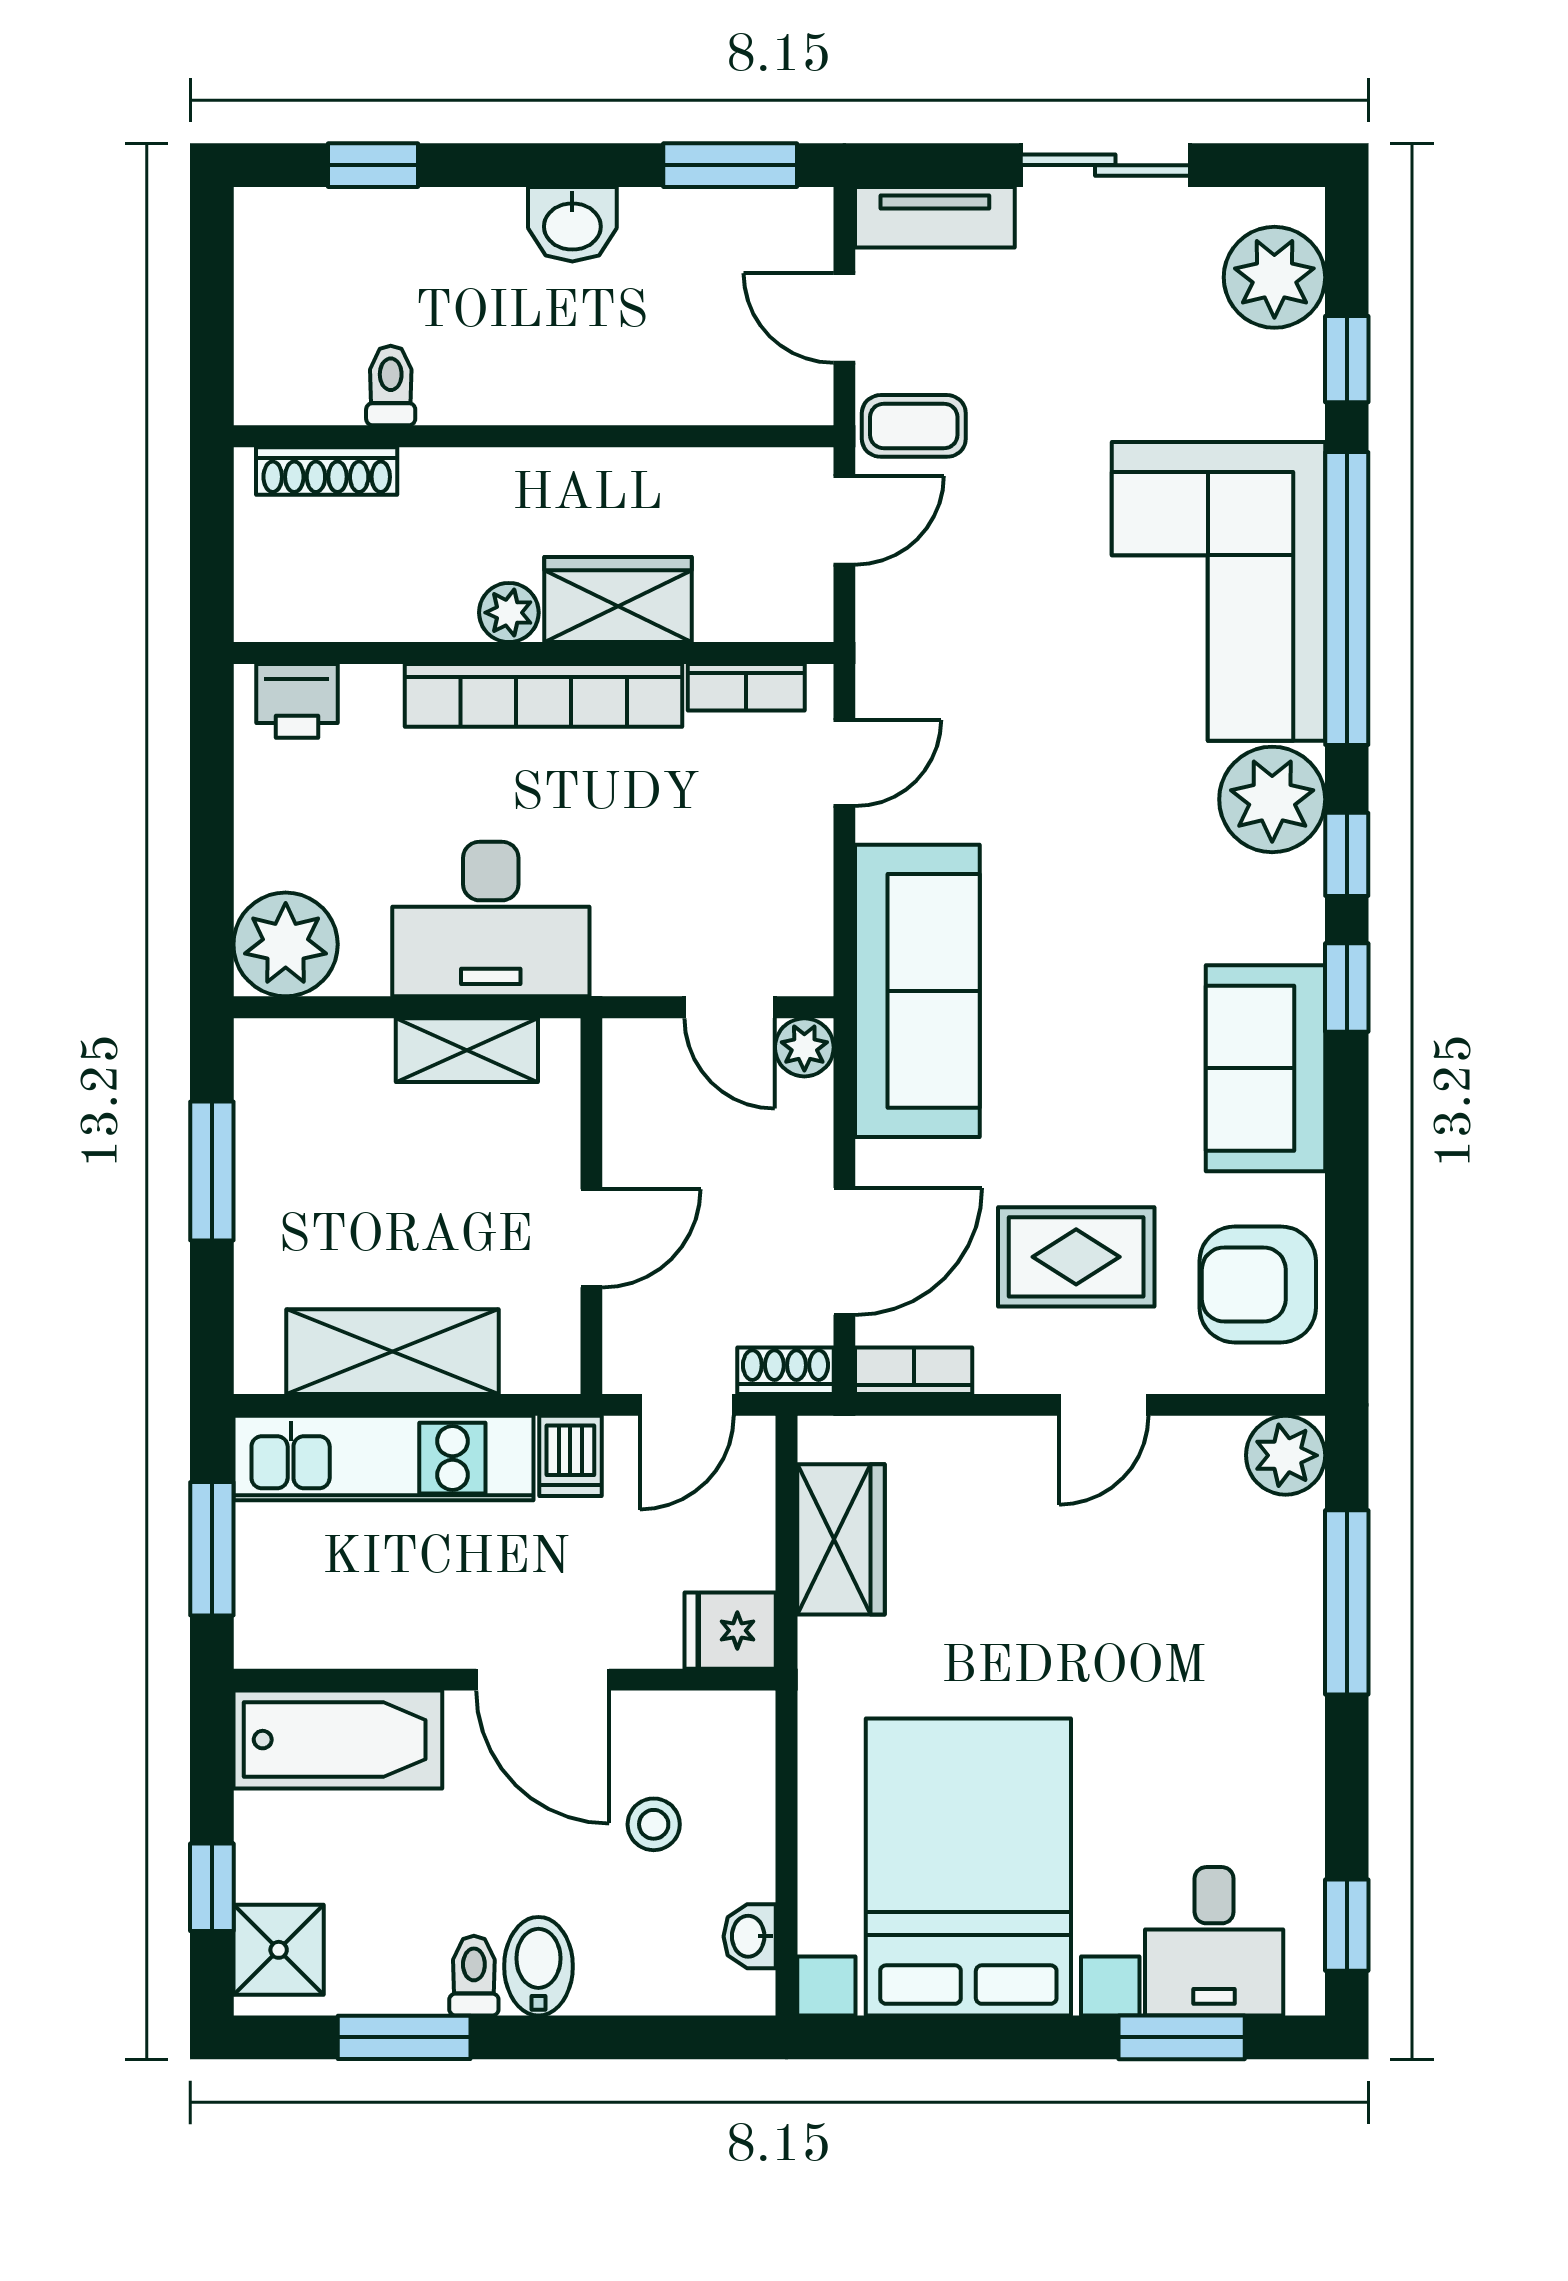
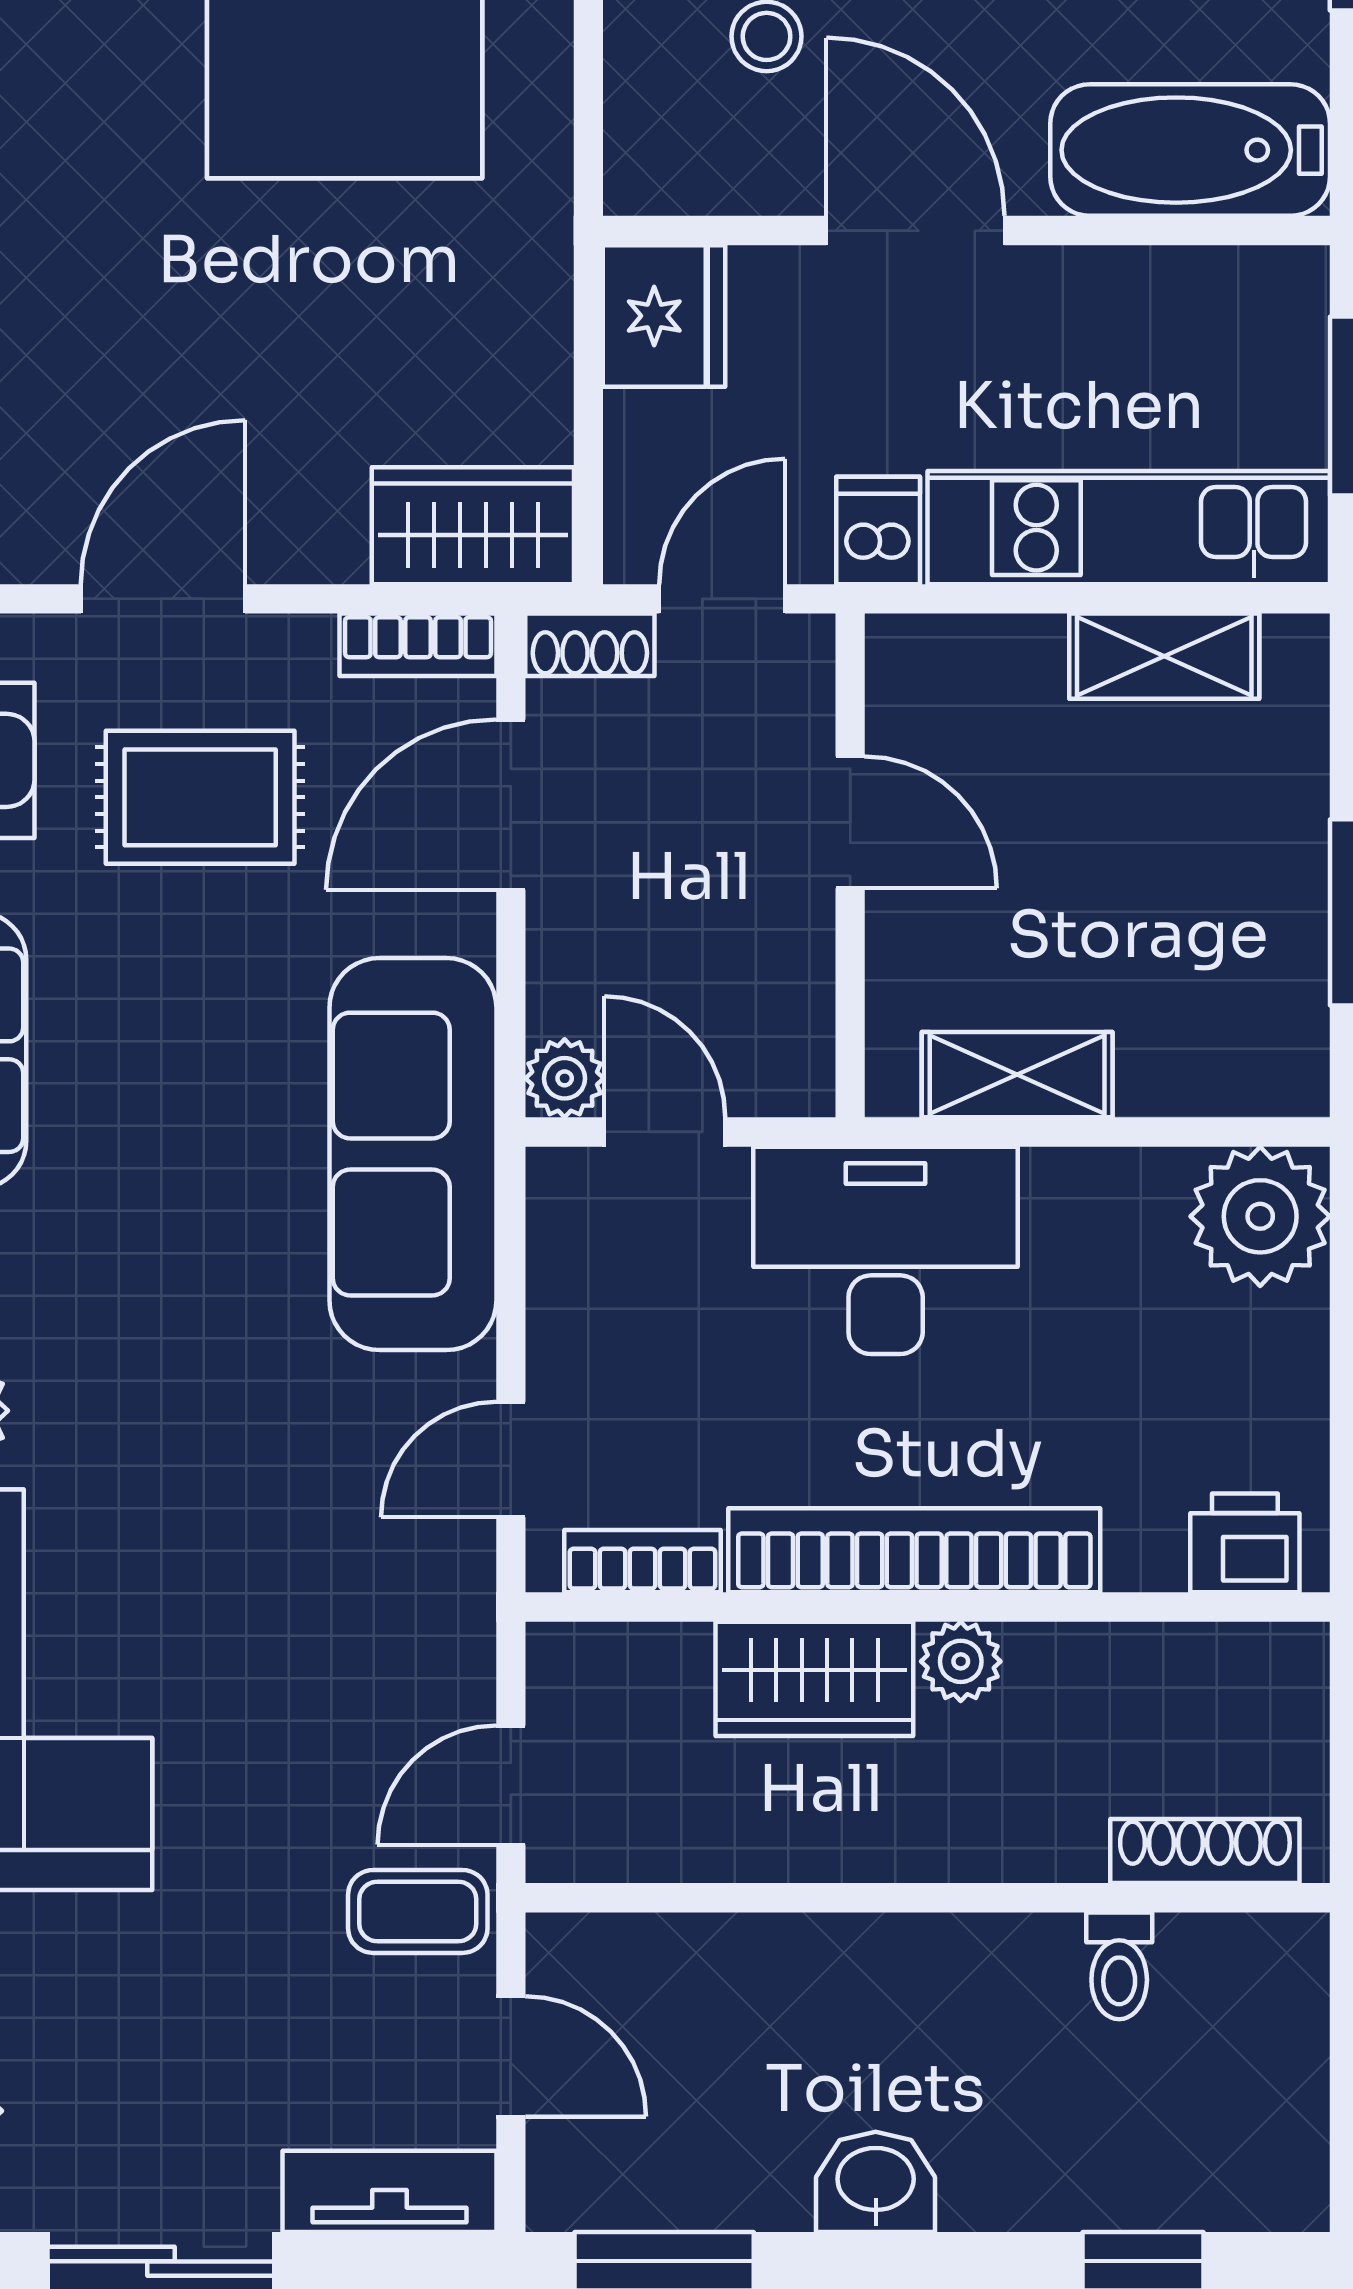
desk: (491, 919) -> (886, 1250), moved
door: (591, 1238) -> (850, 822), swing flipped
shelving: (392, 1352) -> (1164, 656), width x0.67, depth x0.75
door: (1104, 1405) -> (163, 599), width x1.38
wardrobe: (841, 1539) -> (473, 526), moved, turned 90
fridge: (730, 1631) -> (664, 316), width x1.38

